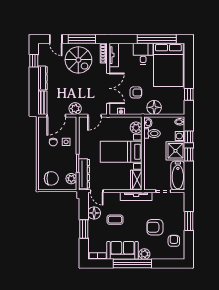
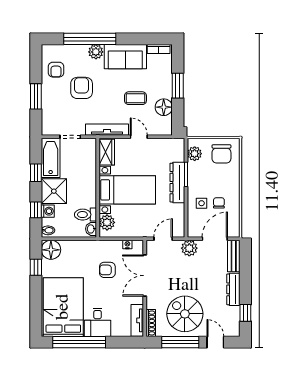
floor lamp: (154, 107) -> (51, 250), moved
window: (189, 154) -> (36, 173), moved
dresser: (84, 174) -> (177, 183), moved
chair: (51, 178) -> (221, 154), turned -90
door: (97, 191) -> (139, 137), moved
armchair: (155, 227) -> (82, 88), turned -90
window: (132, 263) -> (90, 39), moved

